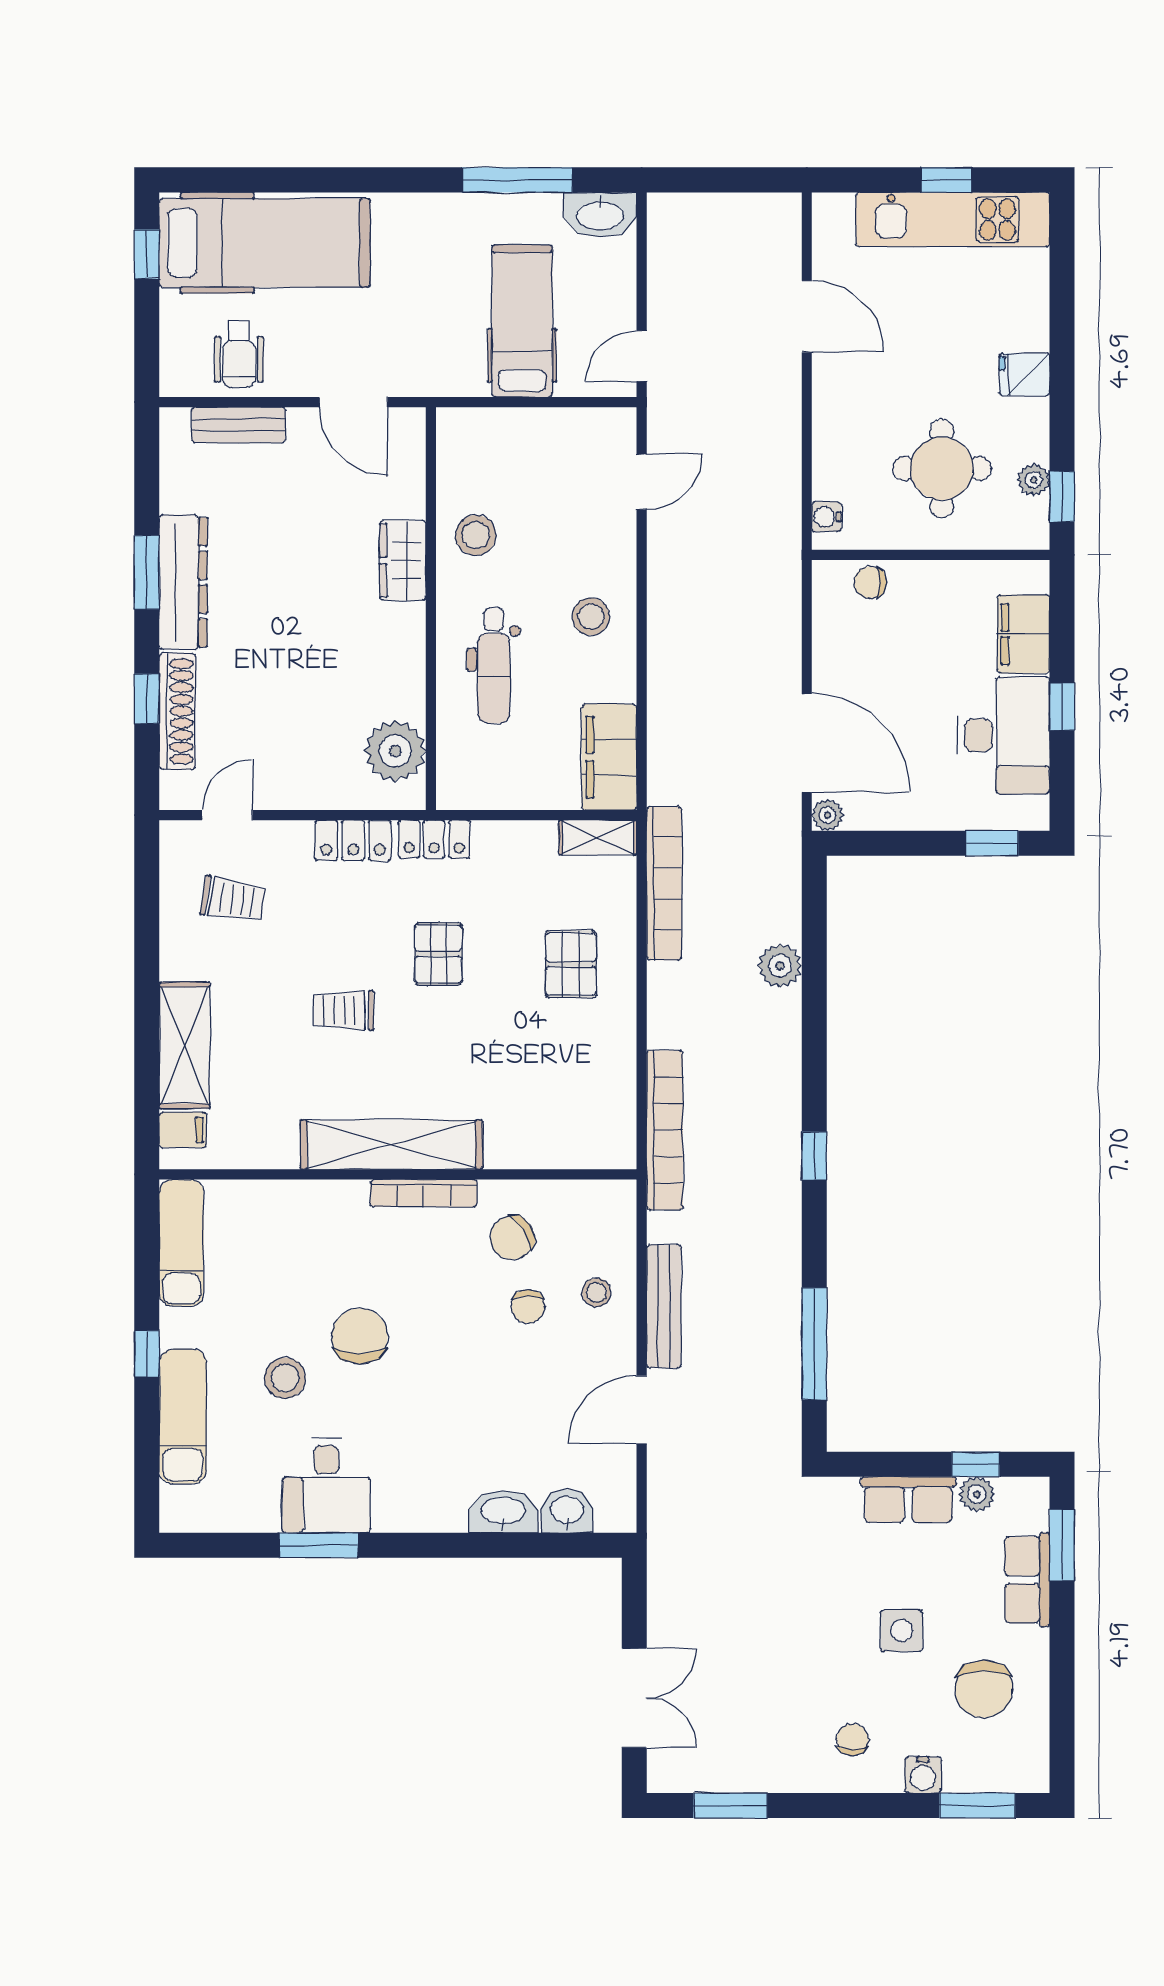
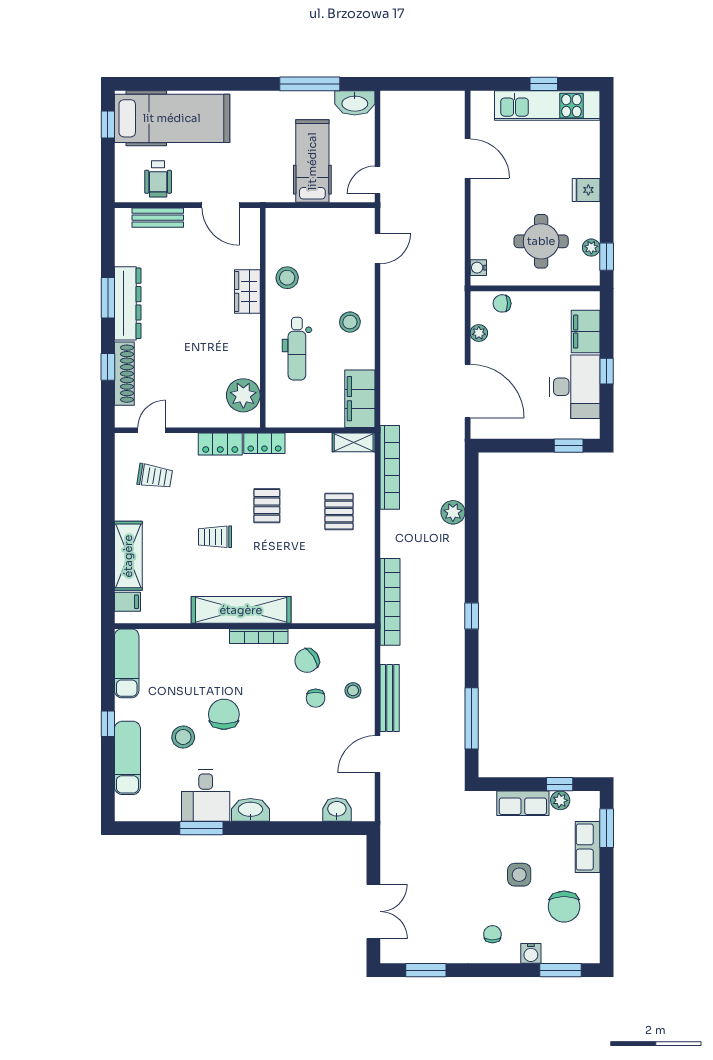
plant: (827, 815) -> (479, 333), moved
washbasin: (503, 1512) -> (250, 810), moved

